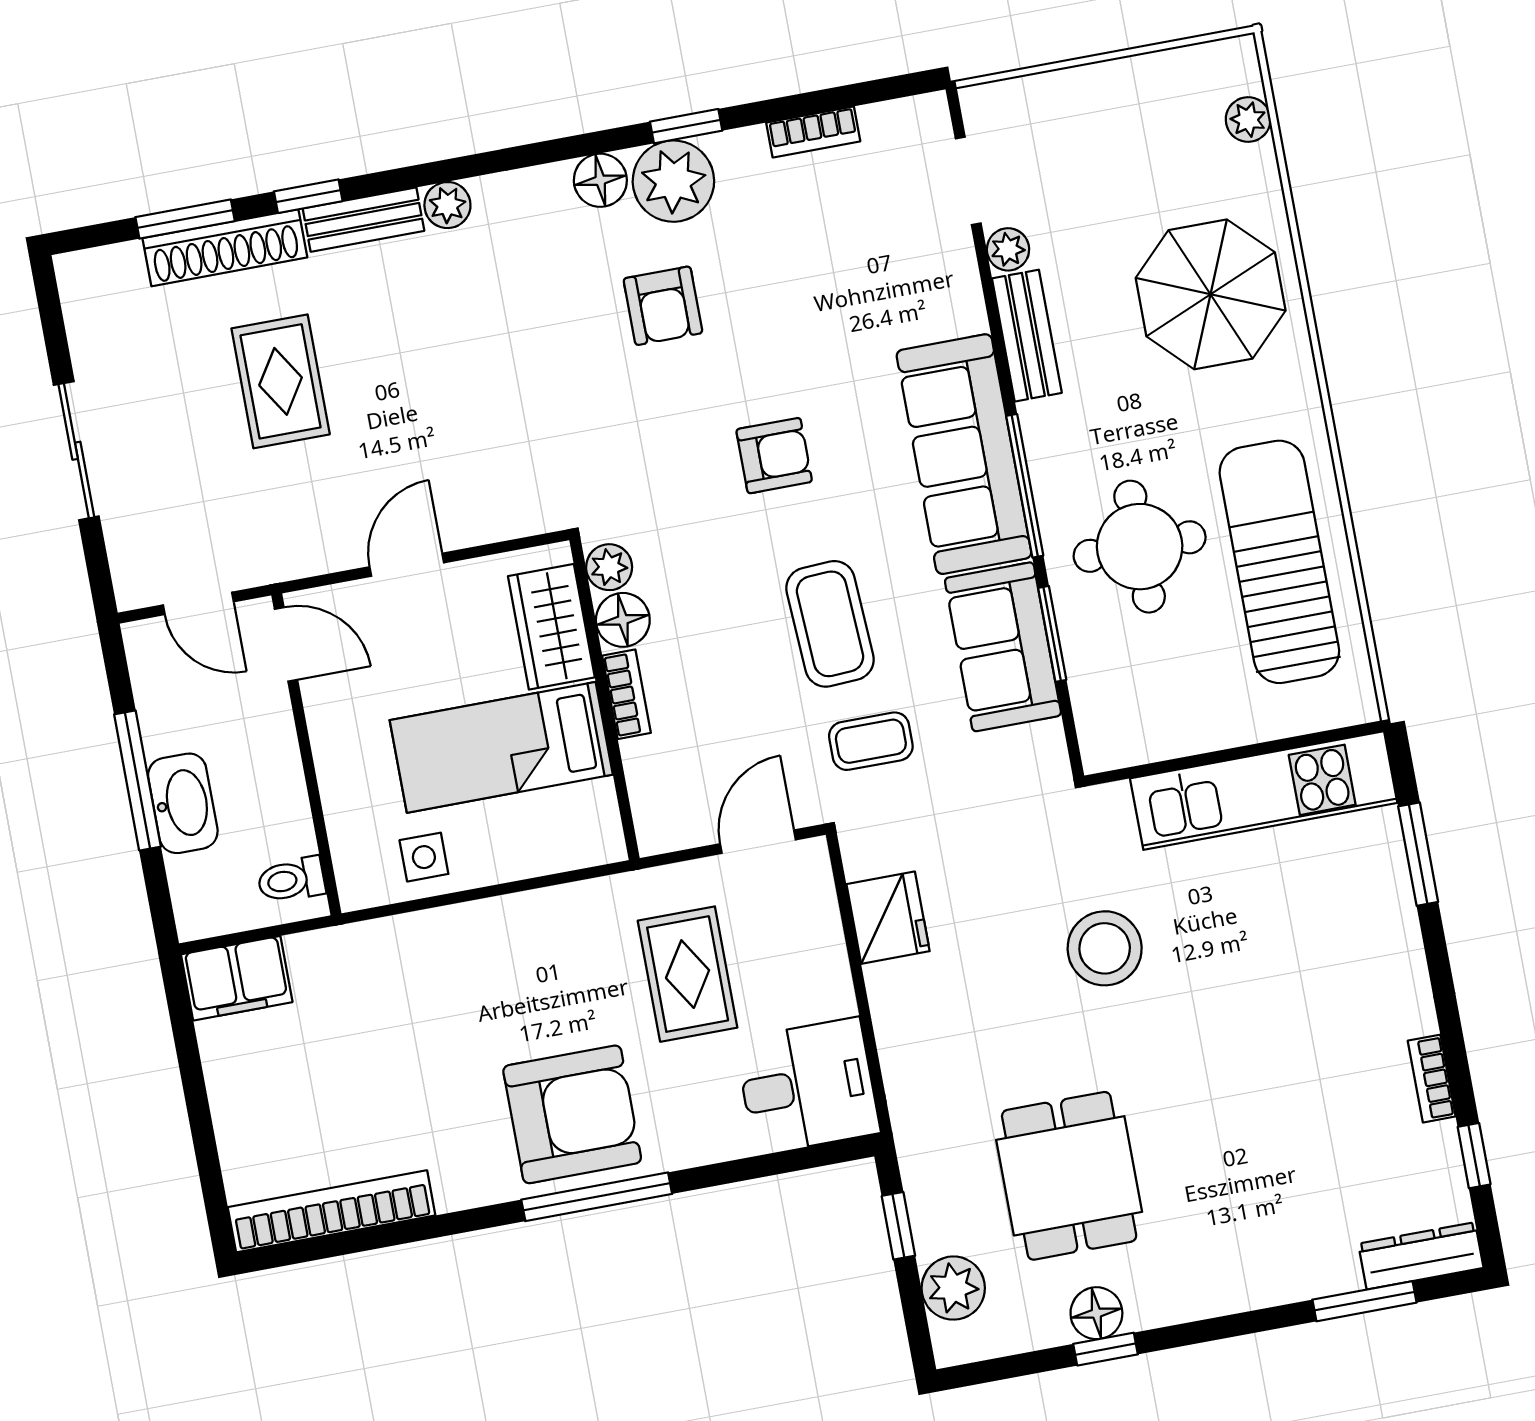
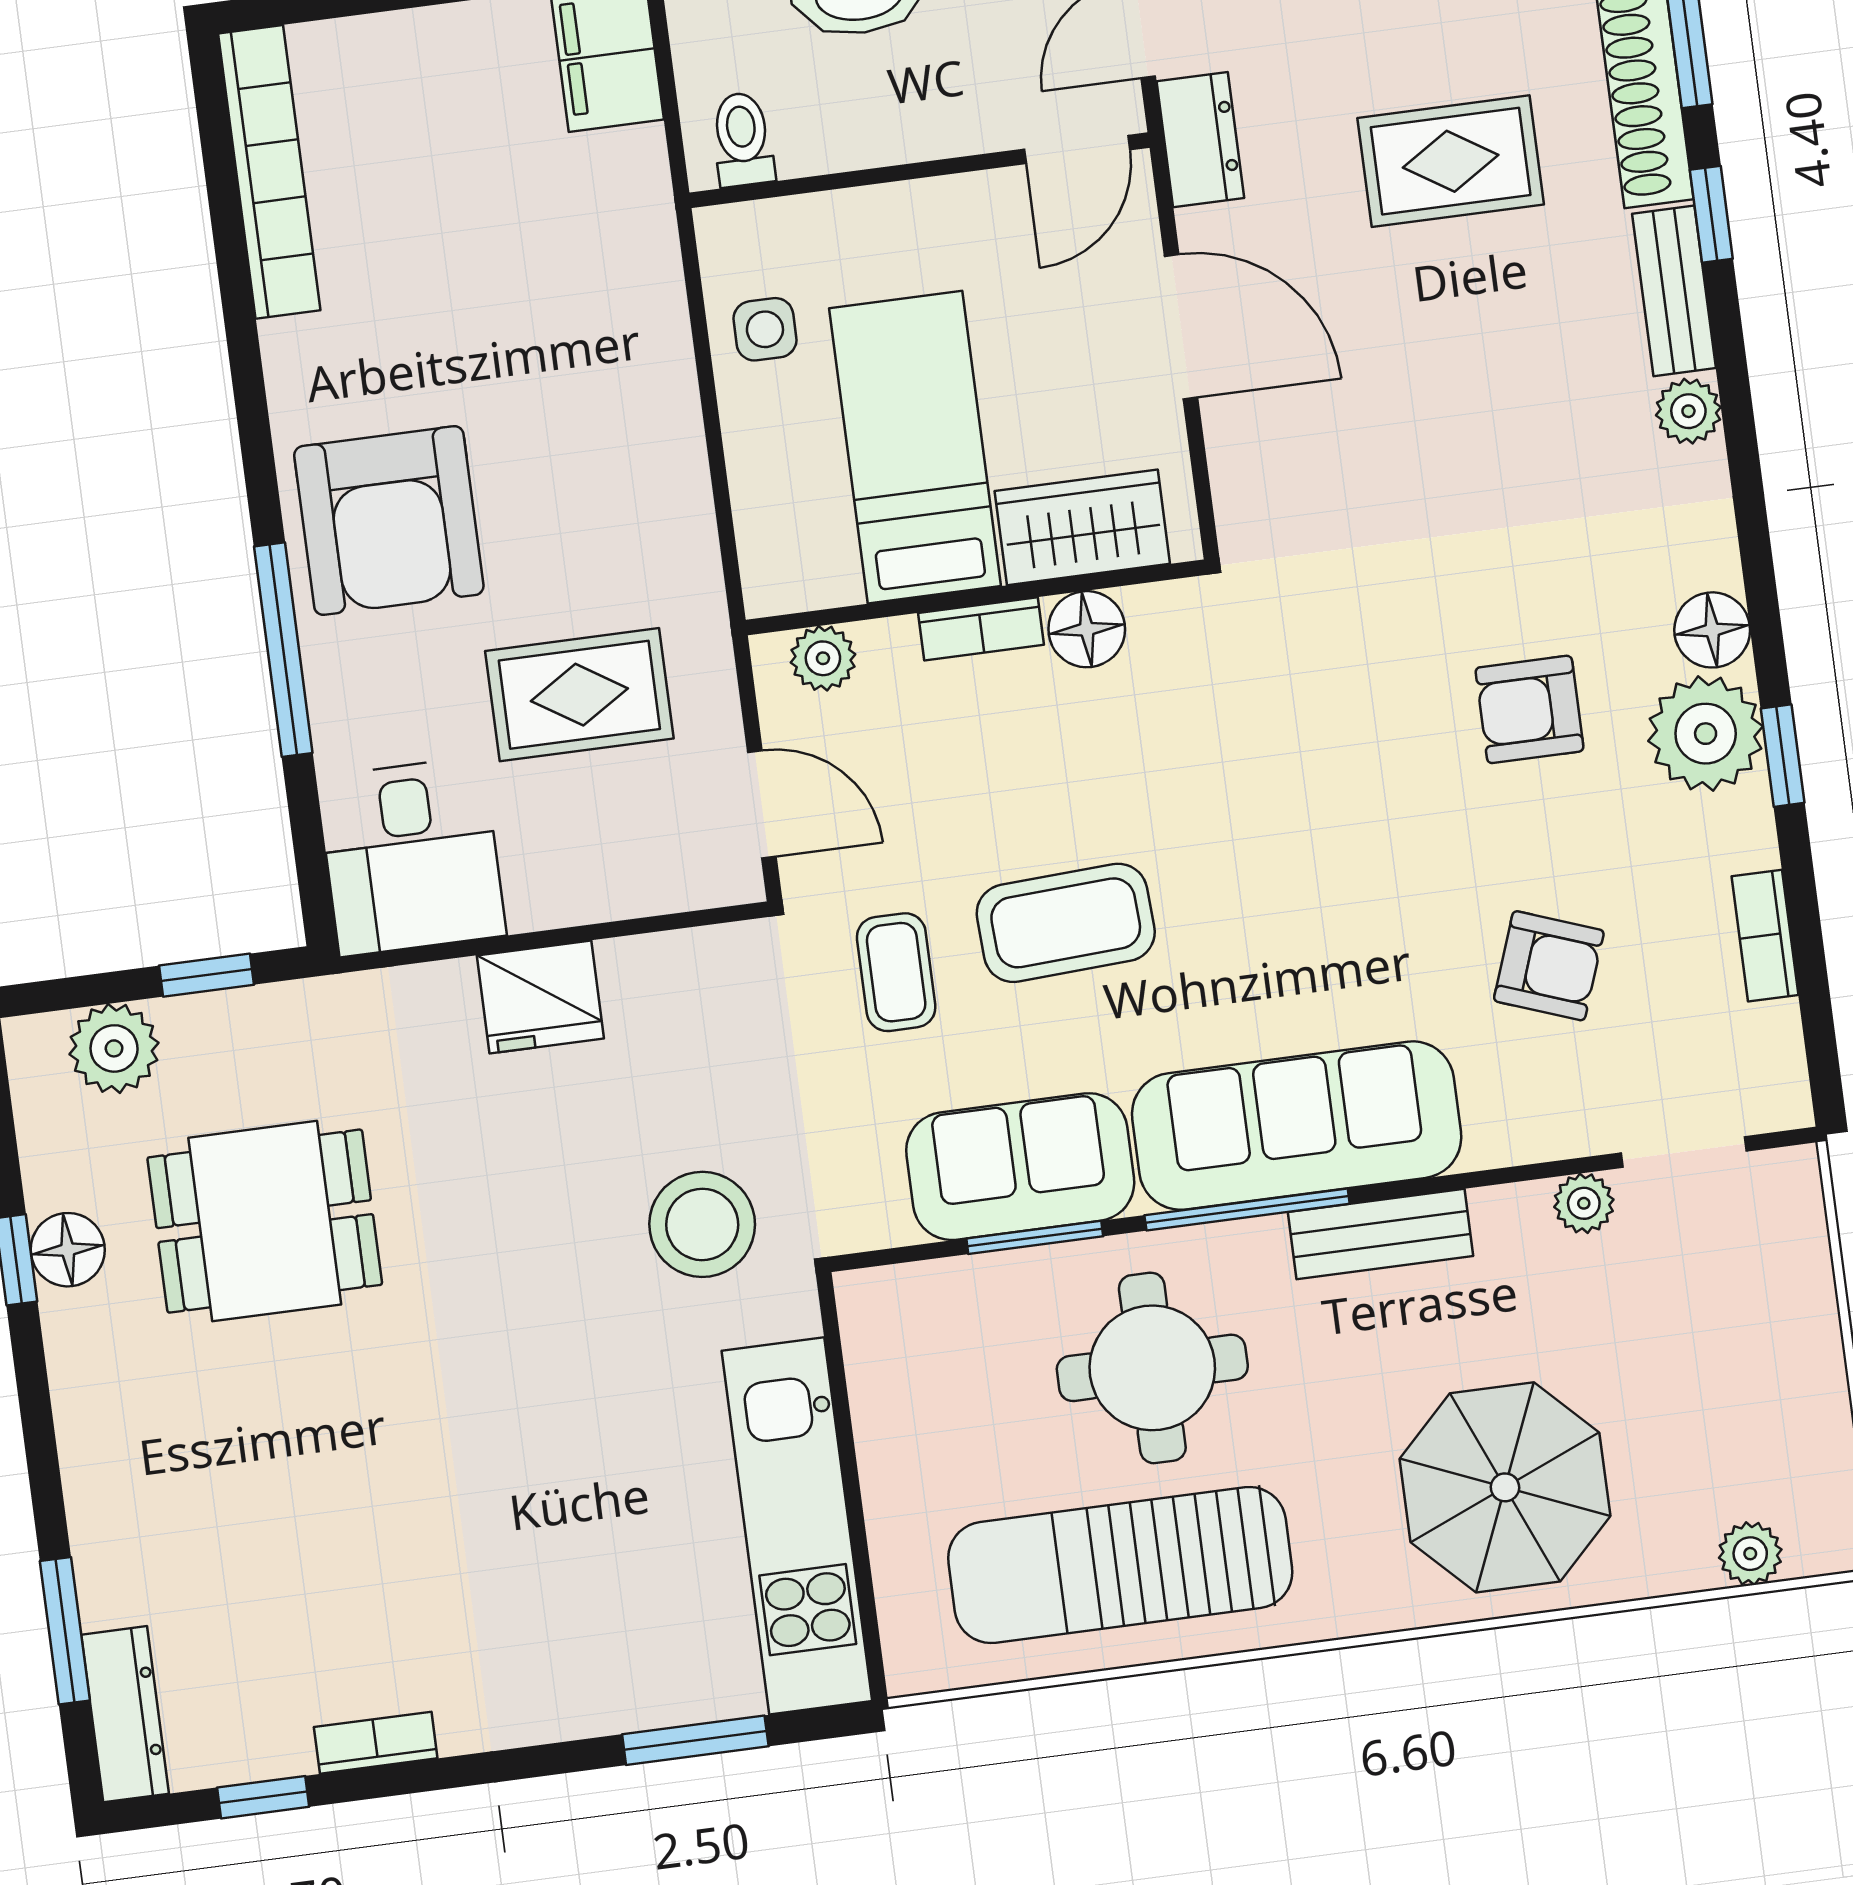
bench: (1027, 336) -> (1380, 1234), moved
armchair: (774, 456) -> (1549, 966), moved, turned -70
dresser: (275, 558) -> (1200, 140), added
sun lounger: (1279, 562) -> (1120, 1565), turned 180
door: (407, 565) -> (1181, 327), width x1.38
plant: (609, 567) -> (823, 658), moved
fridge: (888, 918) -> (540, 997), moved
stool: (1105, 948) -> (702, 1224), moved
window: (597, 1197) -> (283, 650), moved

